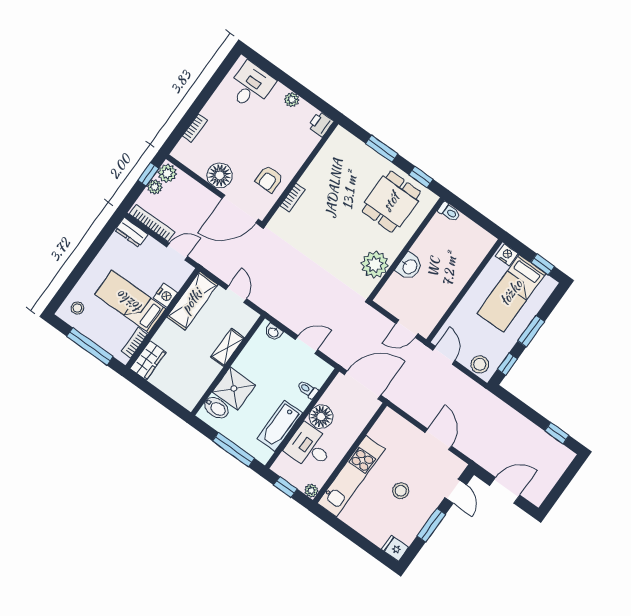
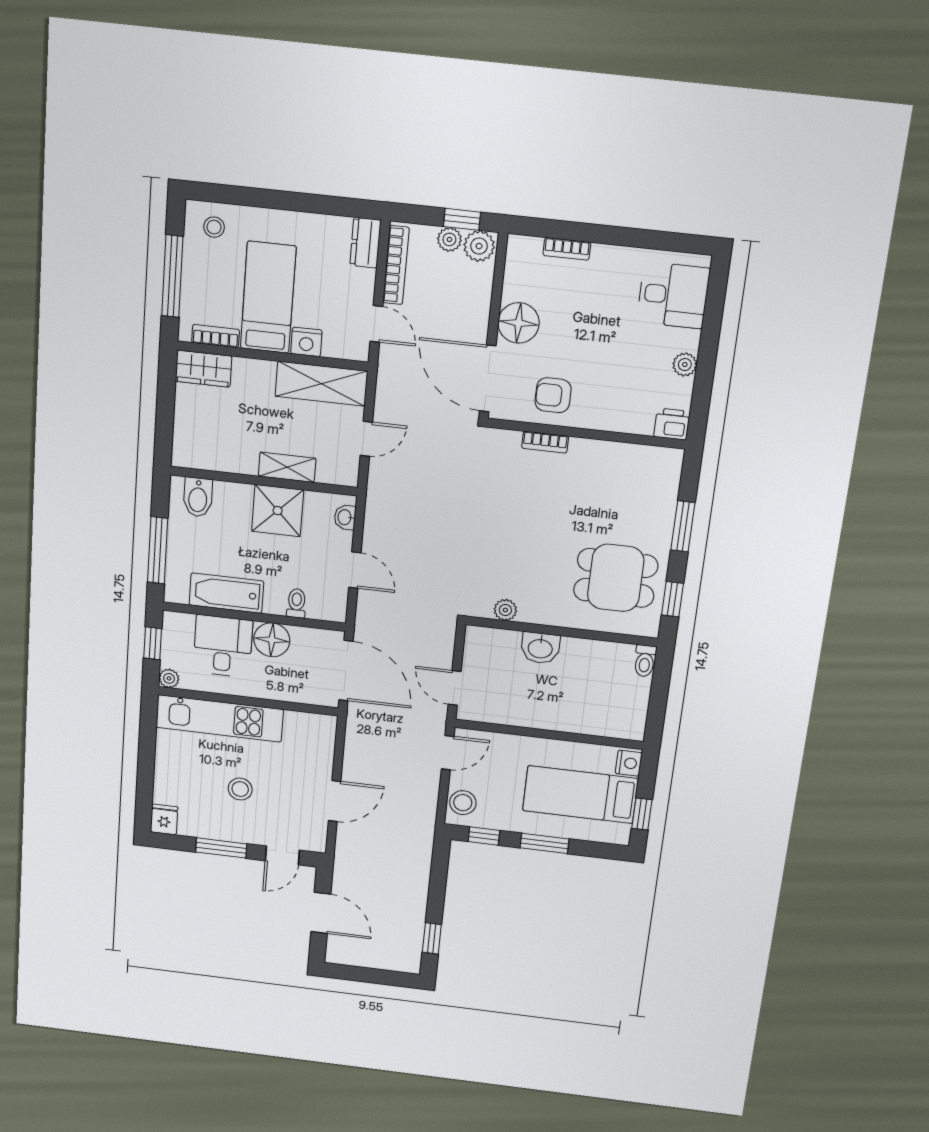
plant: (375, 264) -> (505, 610), width x0.53, depth x0.53
shower: (234, 388) -> (278, 511), moved

